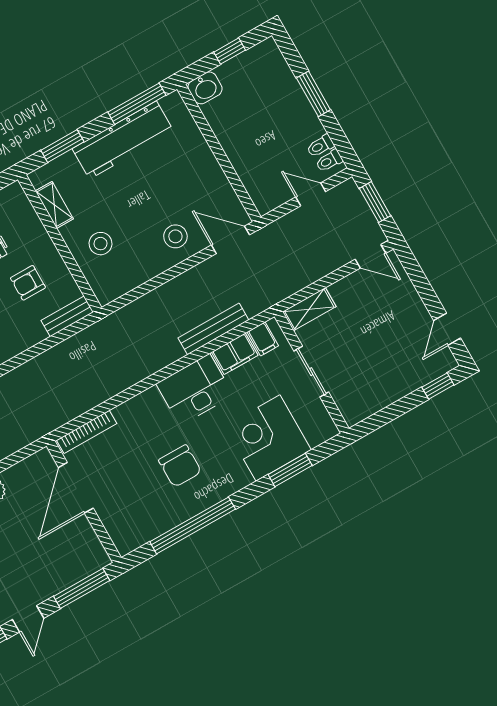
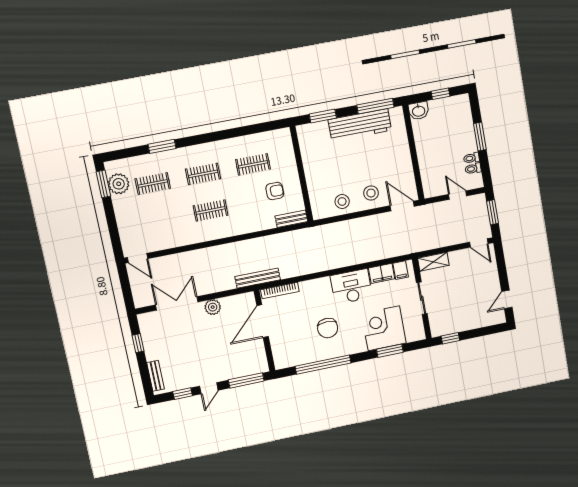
toilet: (329, 161) -> (471, 158), moved
shelving: (54, 205) -> (306, 150), removed
stool: (100, 244) -> (342, 202), moved
armchair: (28, 283) -> (275, 191), turned 180
bench: (213, 329) -> (258, 278), moved
window: (438, 386) -> (450, 338), moved

